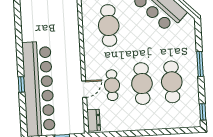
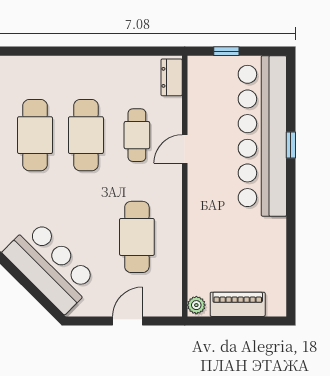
door: (84, 89) -> (185, 149), moved

